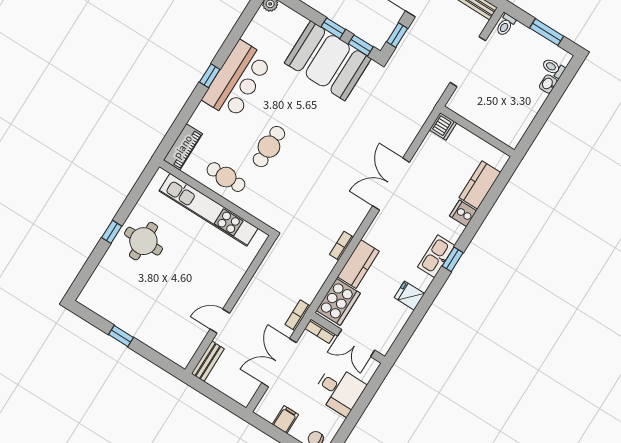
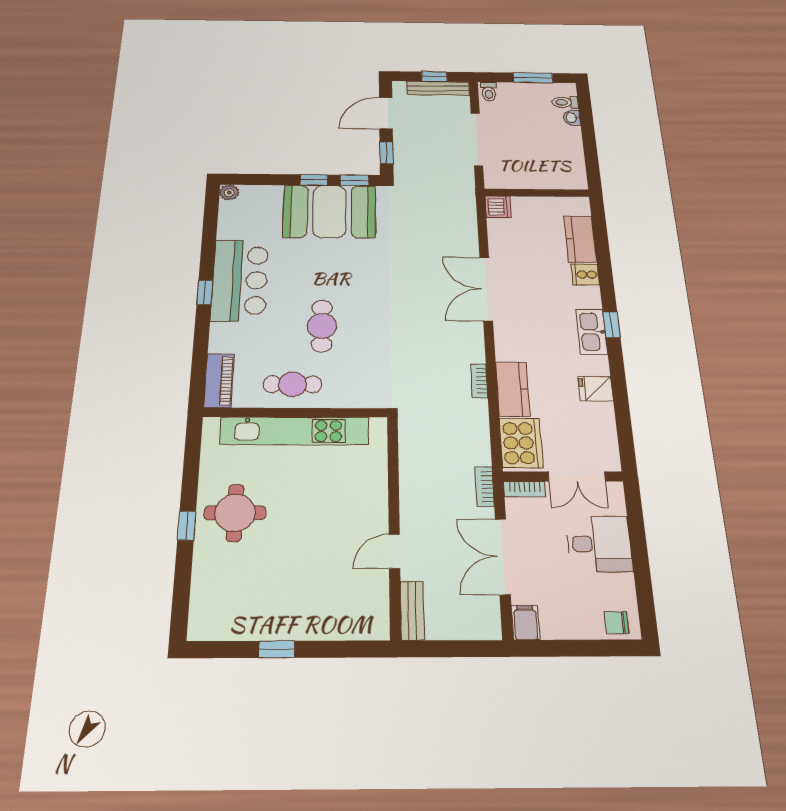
filing cabinet: (285, 419) -> (526, 623), moved

